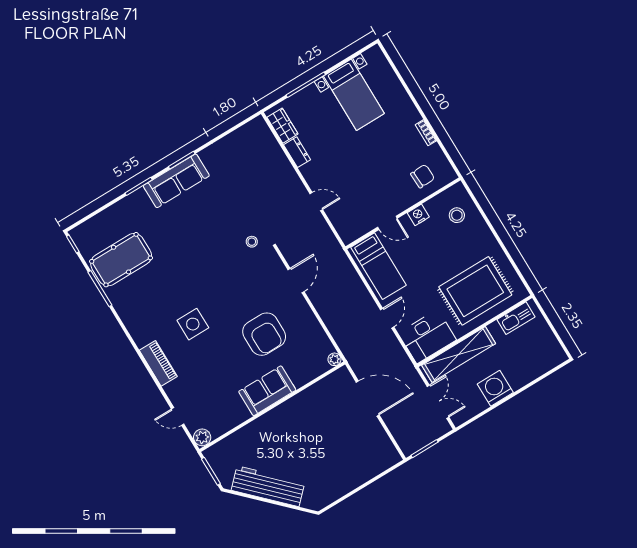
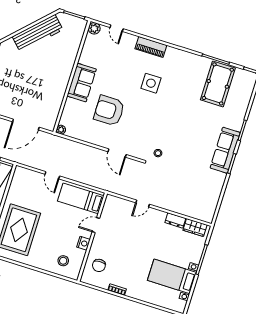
desk: (427, 337) -> (23, 184), removed
door: (178, 416) -> (117, 28), swing flipped

